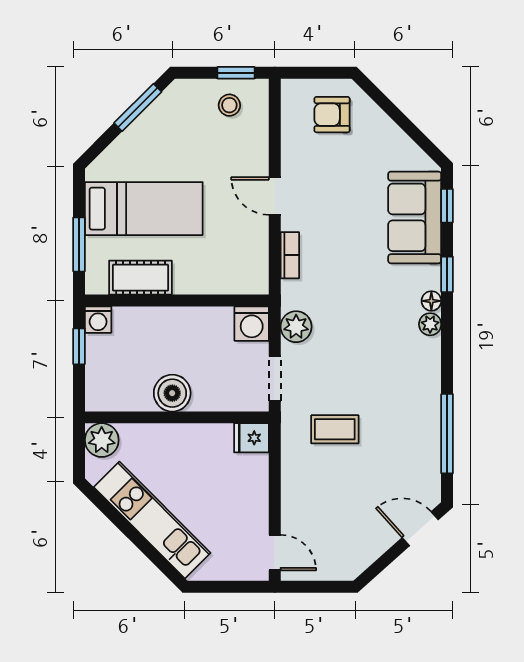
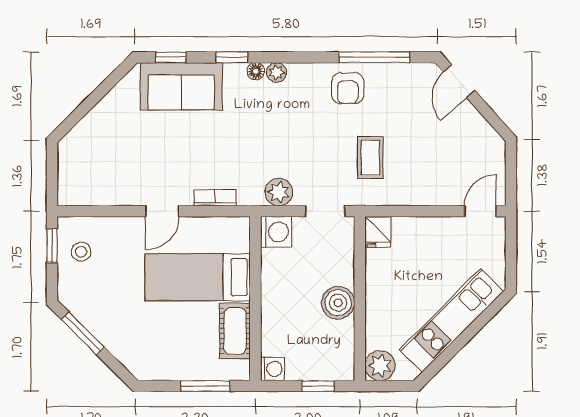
armchair: (332, 115) -> (348, 88), moved
bed: (144, 209) -> (198, 277), moved, turned -90
window: (79, 346) -> (318, 386), moved

